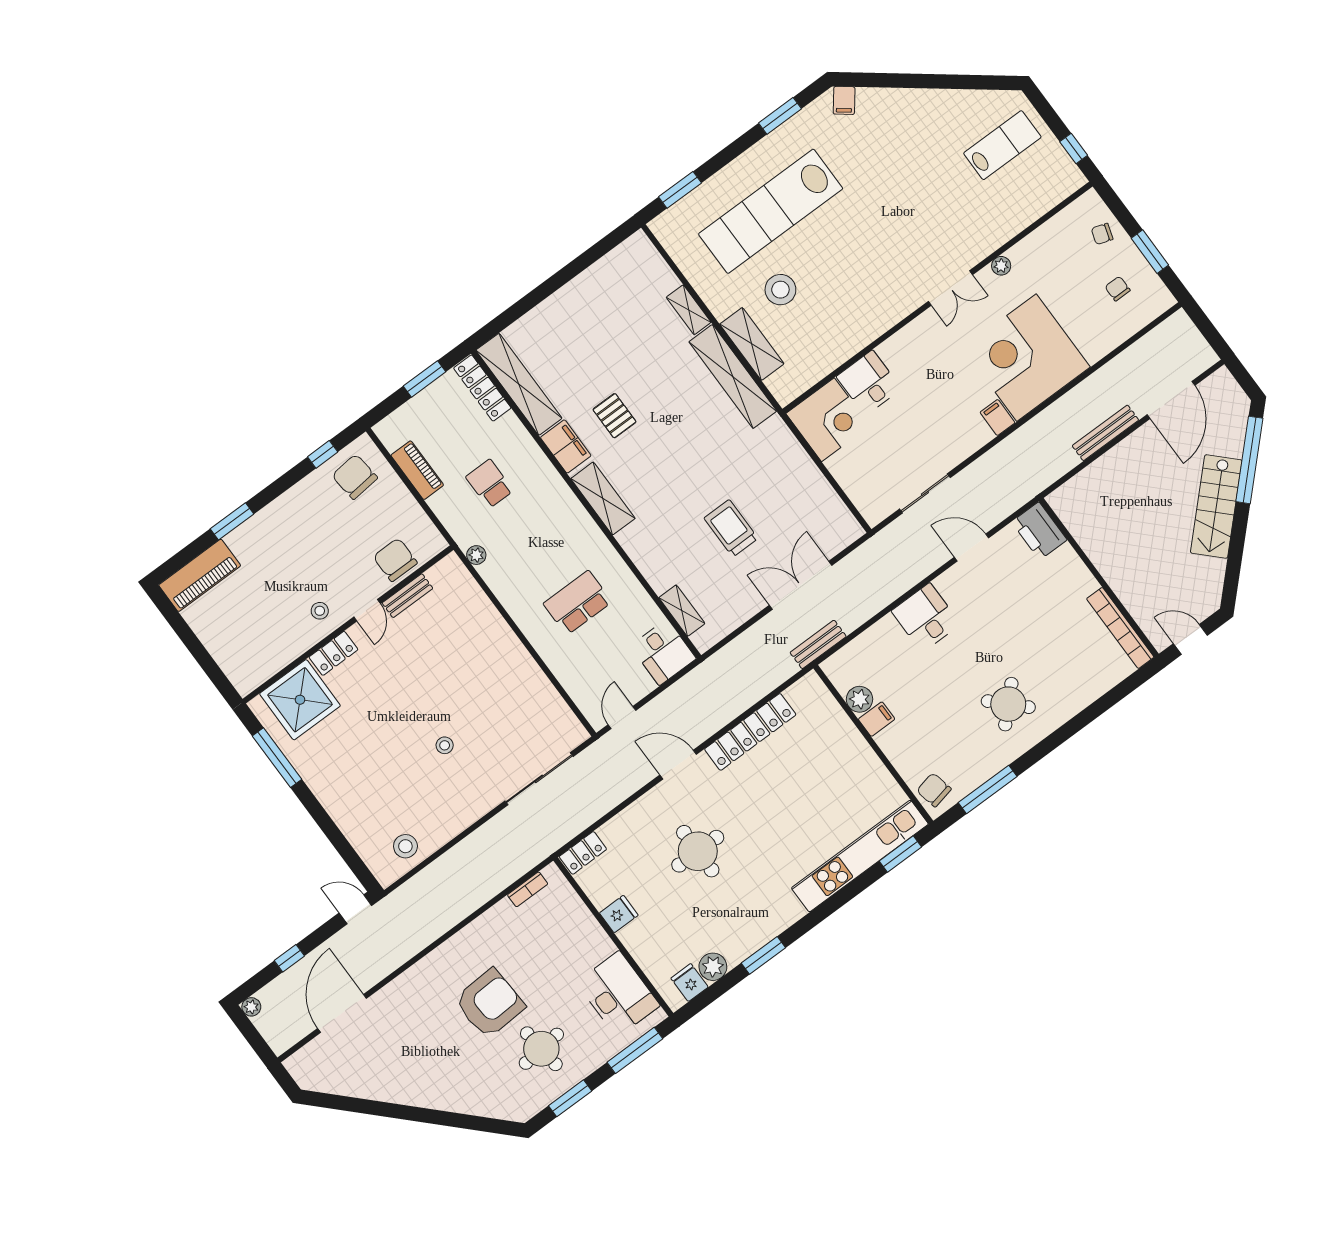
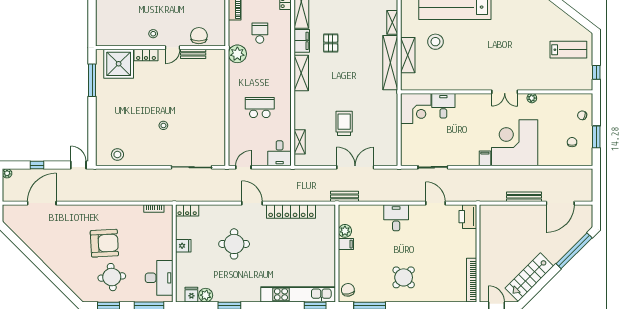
stairs: (1216, 506) -> (529, 277), moved
plant: (476, 555) -> (237, 54), width x1.88, depth x1.88

